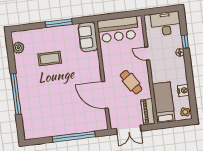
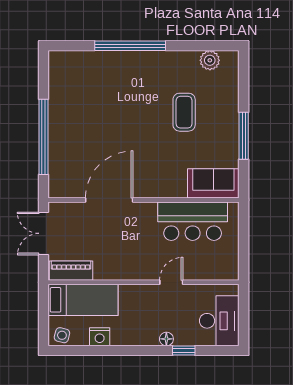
bar counter: (118, 29) -> (193, 221), moved, turned -90
cafe table: (131, 82) -> (125, 248), removed

